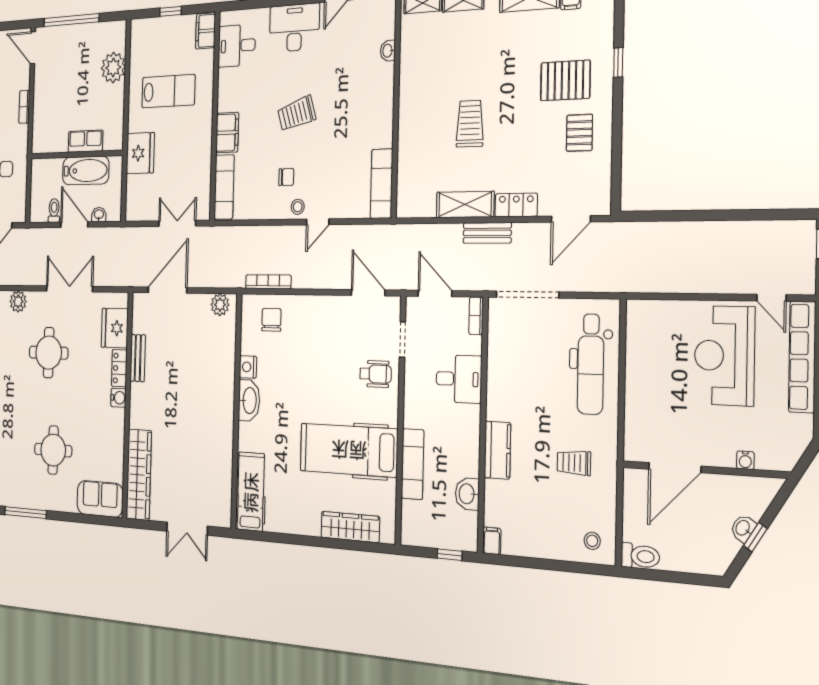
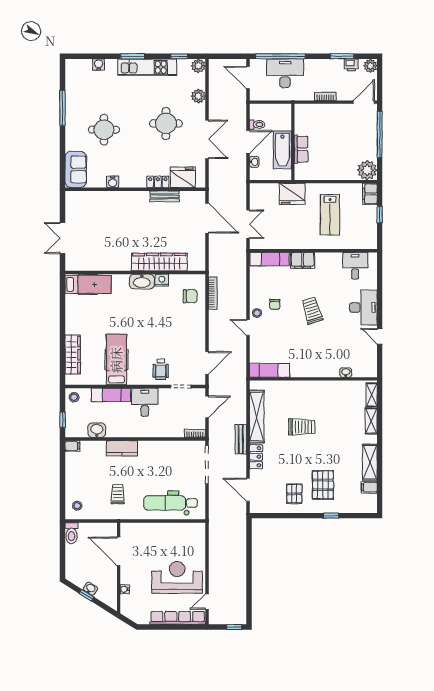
filing cabinet: (206, 31) -> (370, 194), moved, turned -90
plant: (113, 68) -> (367, 170), moved
pallet: (579, 133) -> (294, 494), turned 90
shelving: (465, 204) -> (257, 417), width x1.47
plant: (220, 305) -> (199, 258), removed
desk: (459, 379) -> (145, 402), moved, turned 180
water cooler: (118, 398) -> (113, 182), moved
hospital bed: (349, 450) -> (116, 360), width x0.73, depth x0.78
wardrobe: (139, 475) -> (159, 262), moved, turned 180
stool: (415, 531) -> (74, 397), added

